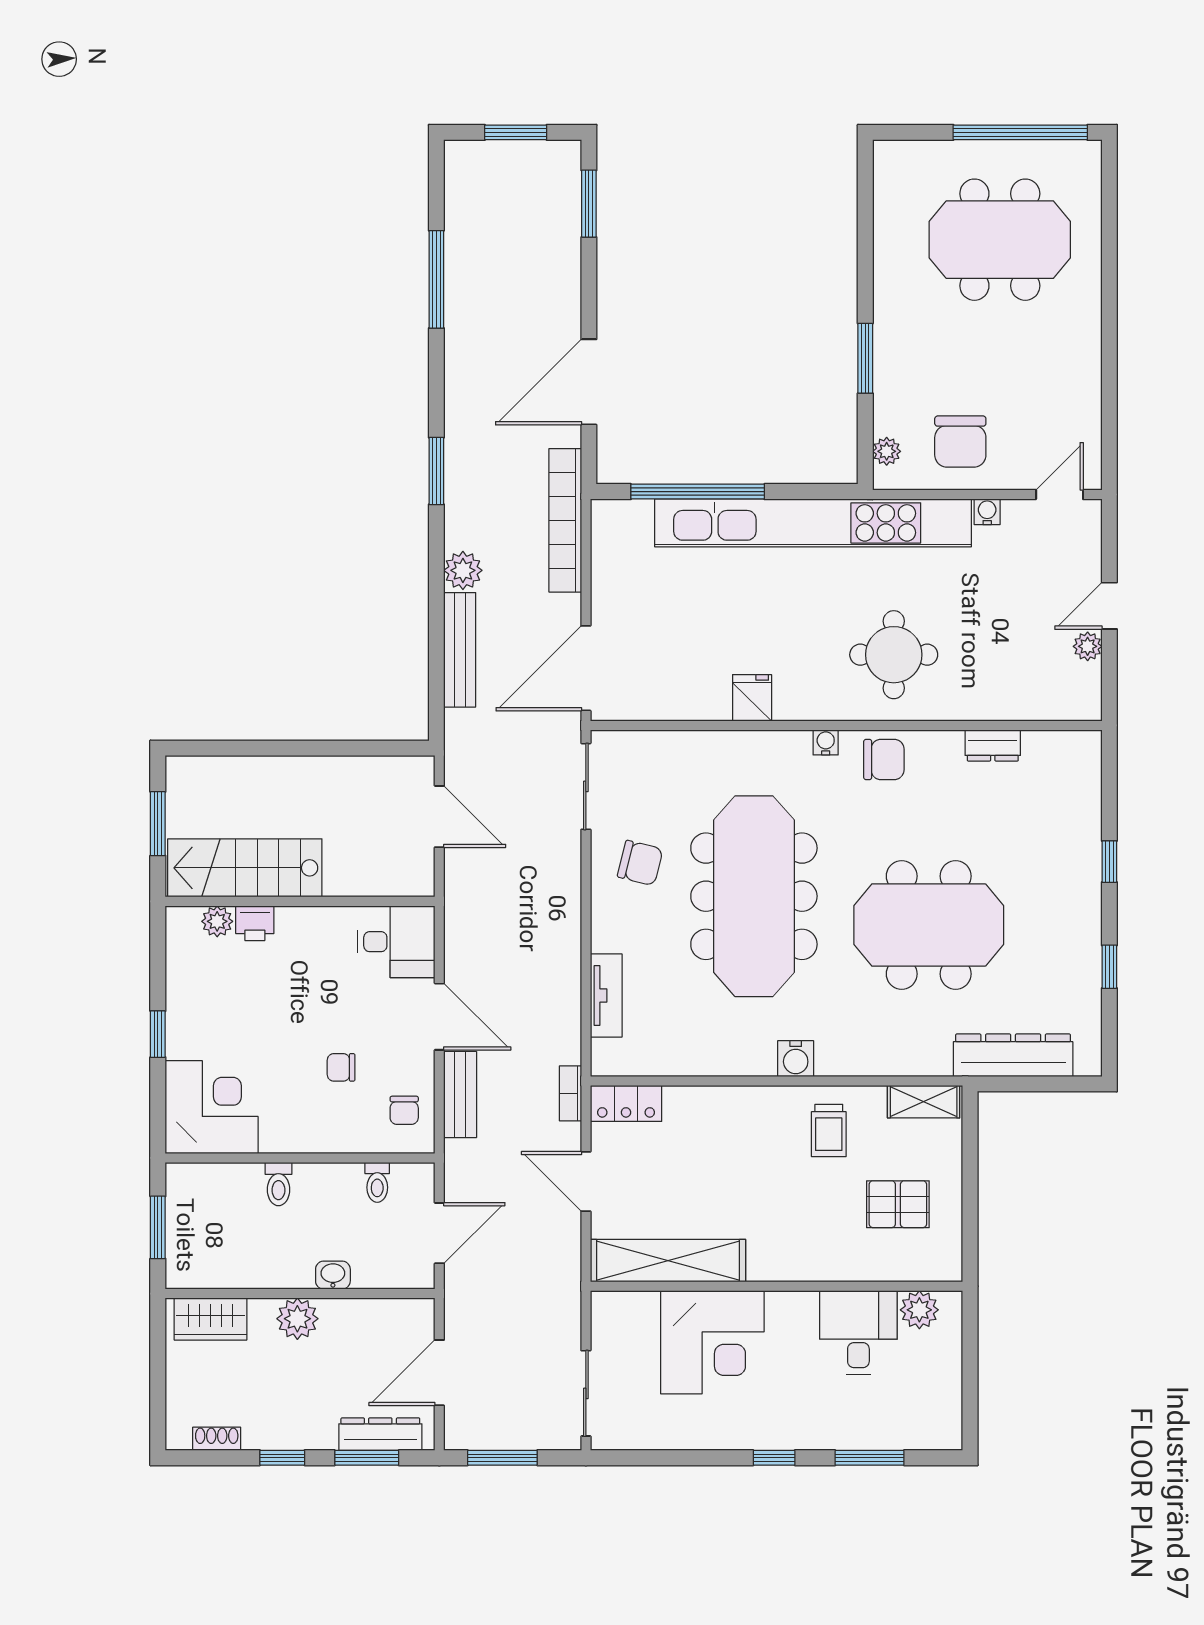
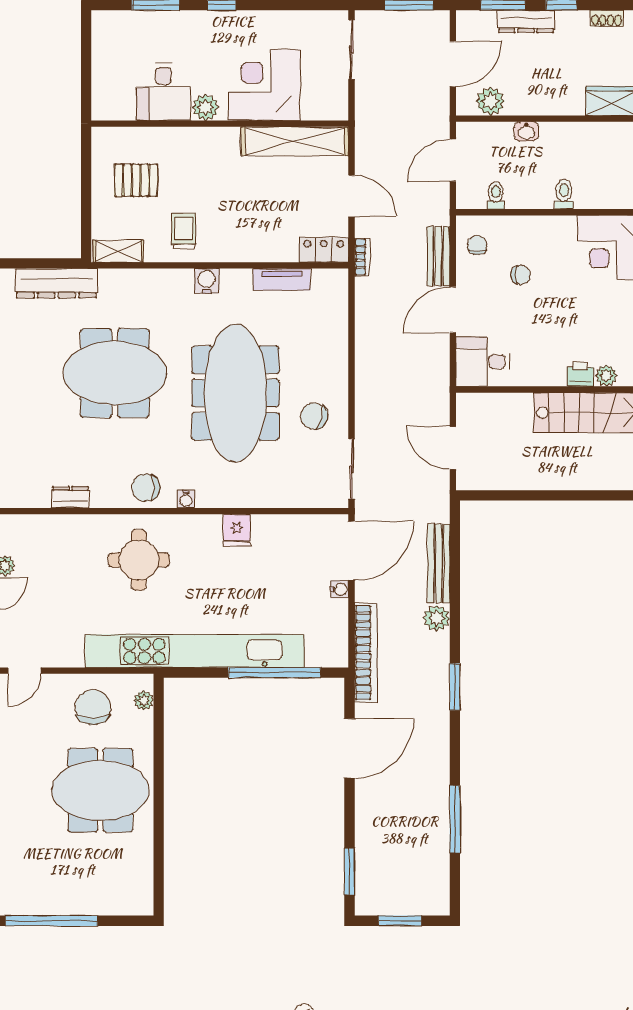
meeting table: (1000, 240) -> (100, 790), moved
window: (865, 358) -> (159, 765), removed
water cooler: (987, 512) -> (340, 589), moved, turned -90
tv unit: (606, 996) -> (282, 279), moved, turned -90
door: (439, 1017) -> (453, 310), hinge flipped
plant: (919, 1310) -> (205, 107), moved
plant: (297, 1319) -> (490, 101), moved
dresser: (380, 1434) -> (526, 21), moved

